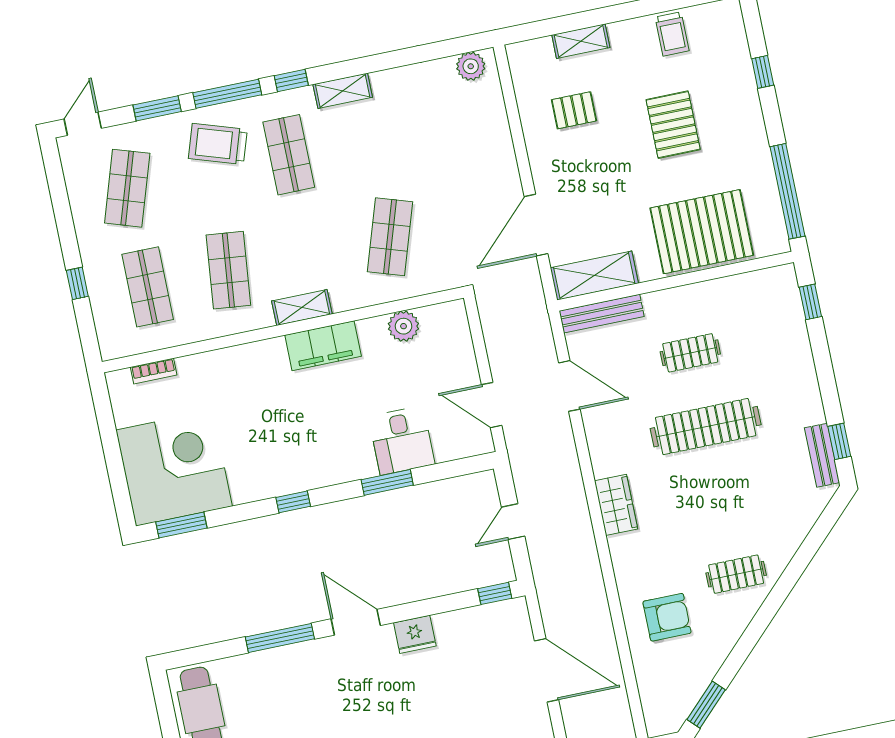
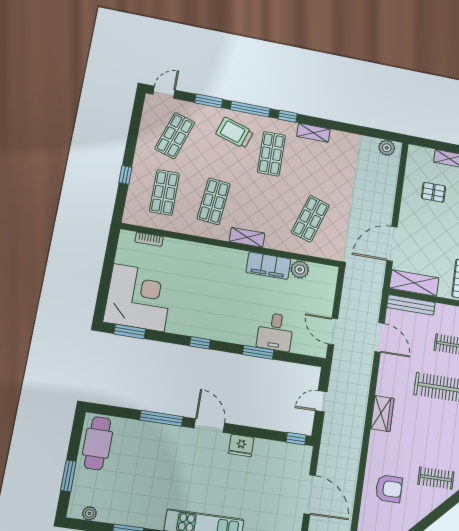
filing cabinet: (323, 346) -> (268, 266), moved

